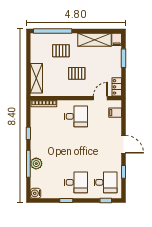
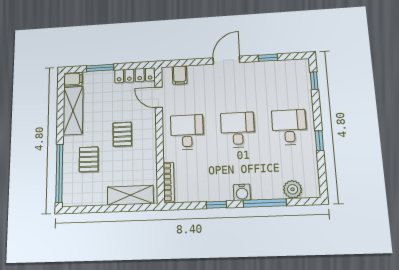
locker: (117, 87) -> (135, 75), width x1.53
plant: (36, 164) -> (293, 189), moved
desk: (105, 182) -> (238, 130), moved
water cooler: (36, 193) -> (242, 192), moved

